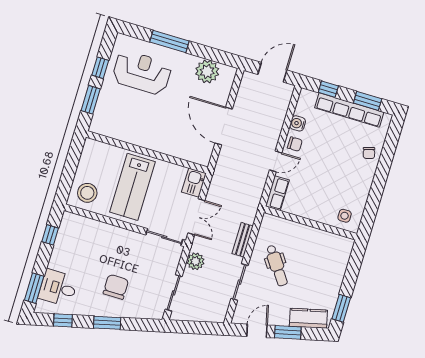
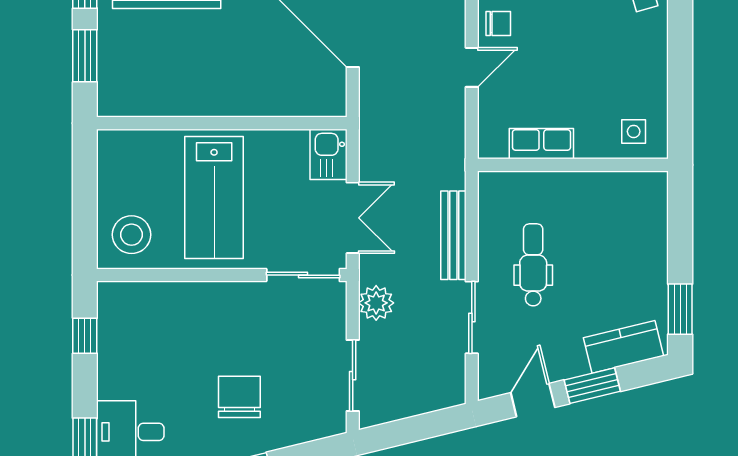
row of seats: (277, 193) -> (541, 144), moved, turned -90
bench: (243, 240) -> (453, 235), width x1.36
dental chair: (277, 266) -> (533, 265), turned -145

